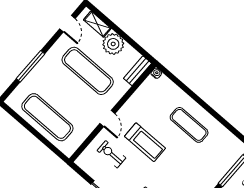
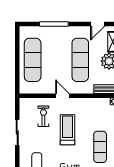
door: (107, 119) -> (62, 96), swing flipped
treadmill: (145, 142) -> (68, 130), turned 180

